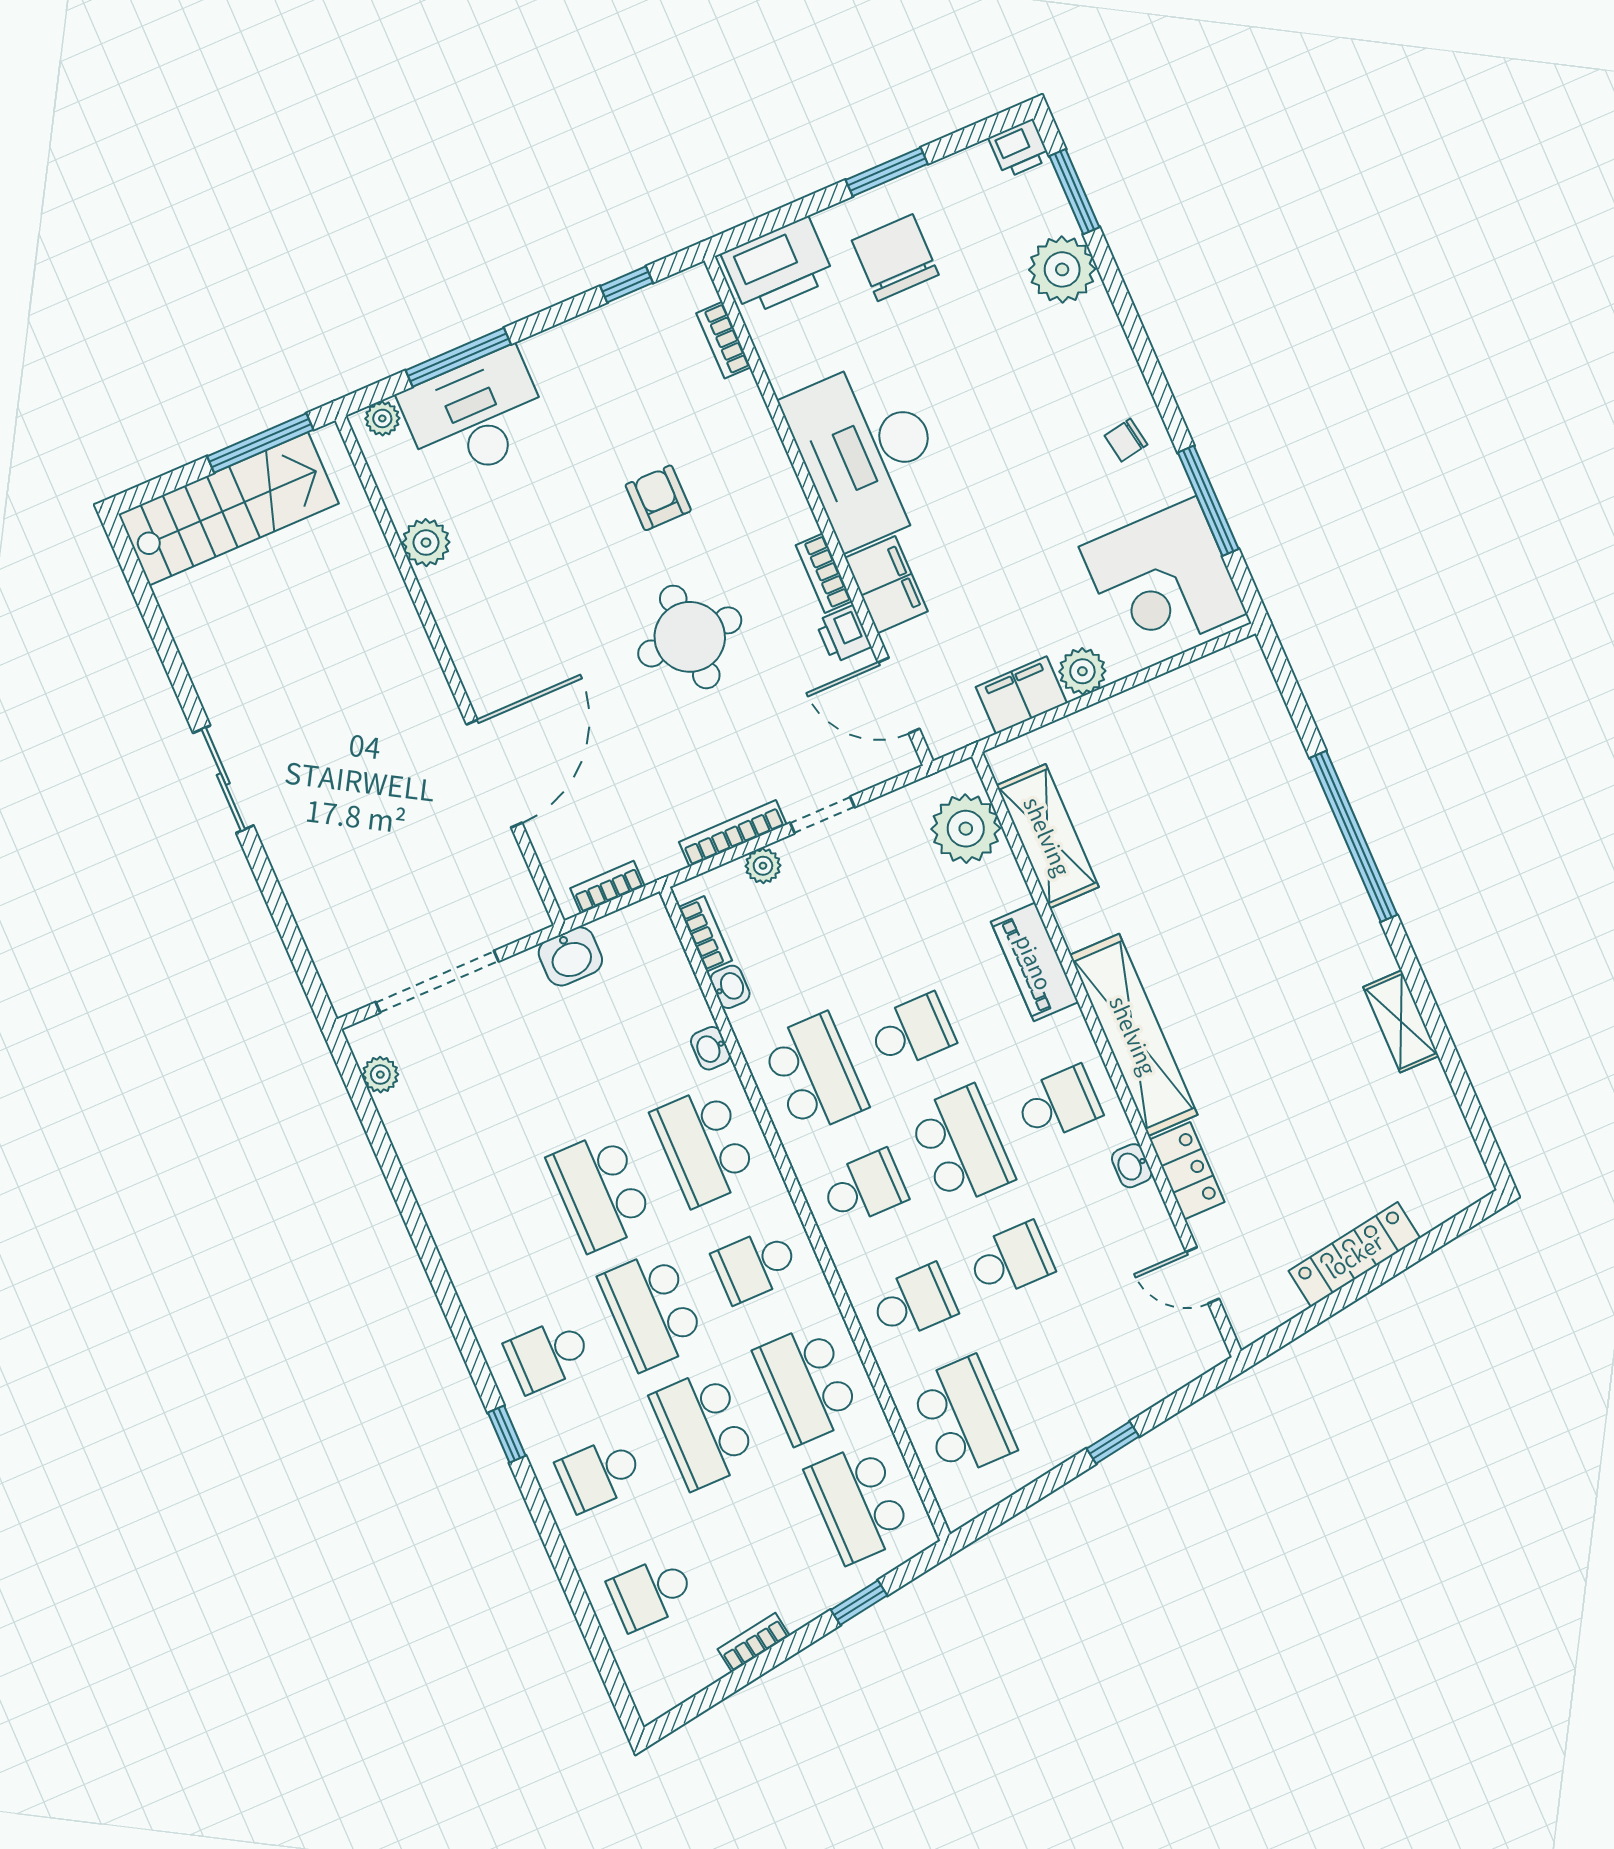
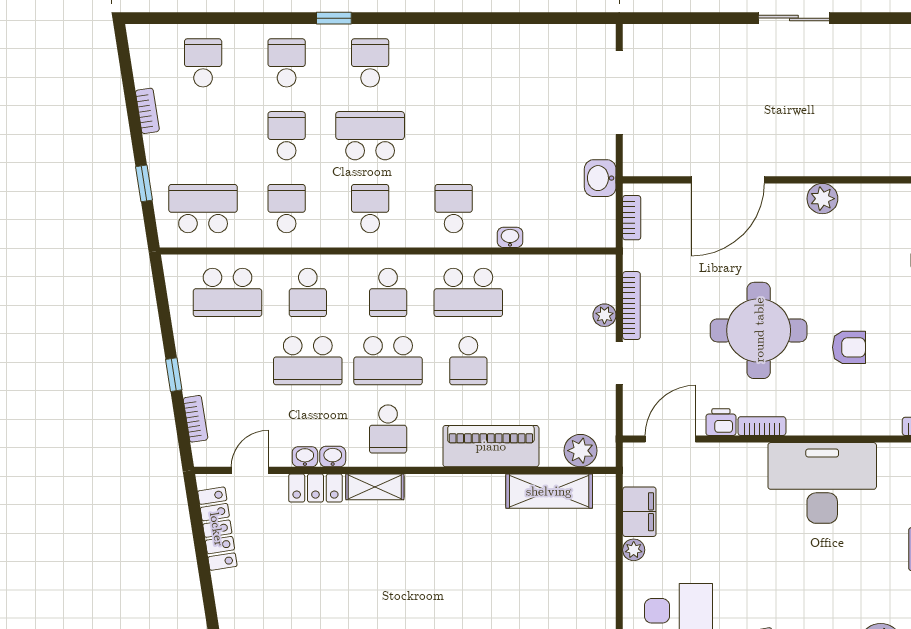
plant: (426, 543) -> (822, 199), moved
filing cabinet: (886, 585) -> (739, 460), removed
round table: (690, 637) -> (759, 330), width x1.36, depth x1.36
plant: (1082, 671) -> (634, 550), width x0.73, depth x0.73
door: (494, 774) -> (728, 180), hinge flipped
plant: (966, 829) -> (580, 451), width x0.73, depth x0.73
bookcase: (705, 934) -> (196, 419), moved, turned -99
piano: (1035, 962) -> (491, 446), width x1.37, depth x1.33
washbasin: (730, 987) -> (305, 457), moved, turned 180
shelving: (1134, 1035) -> (375, 487), width x0.45, depth x0.75
plant: (380, 1075) -> (579, 35), removed
school desk: (704, 1146) -> (454, 209), width x0.54
school desk: (600, 1191) -> (454, 136), removed
locker: (1354, 1255) -> (217, 529), moved
school desk: (1011, 1260) -> (308, 361), width x1.85
school desk: (807, 1384) -> (287, 209), width x0.54
school desk: (703, 1429) -> (287, 136), width x0.54

